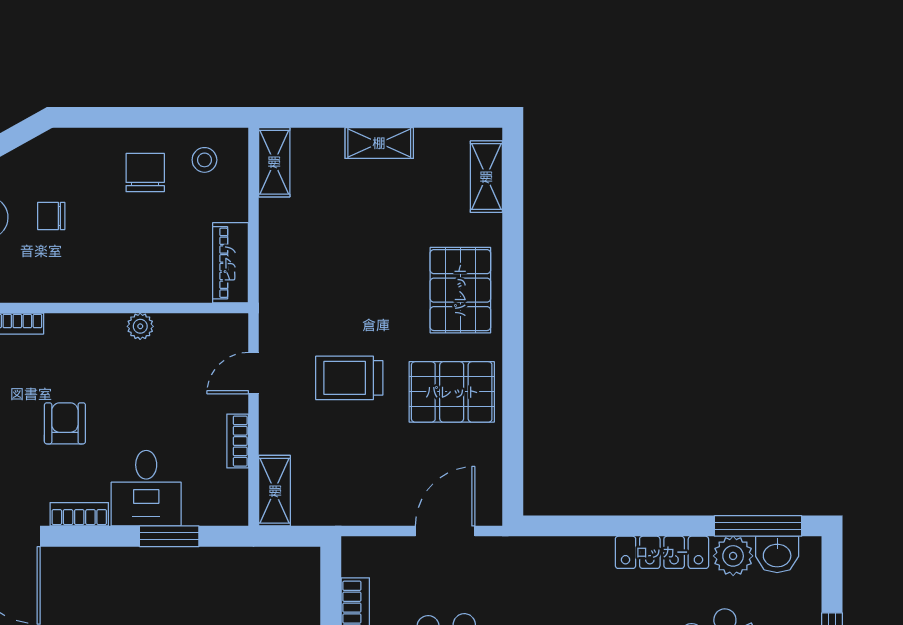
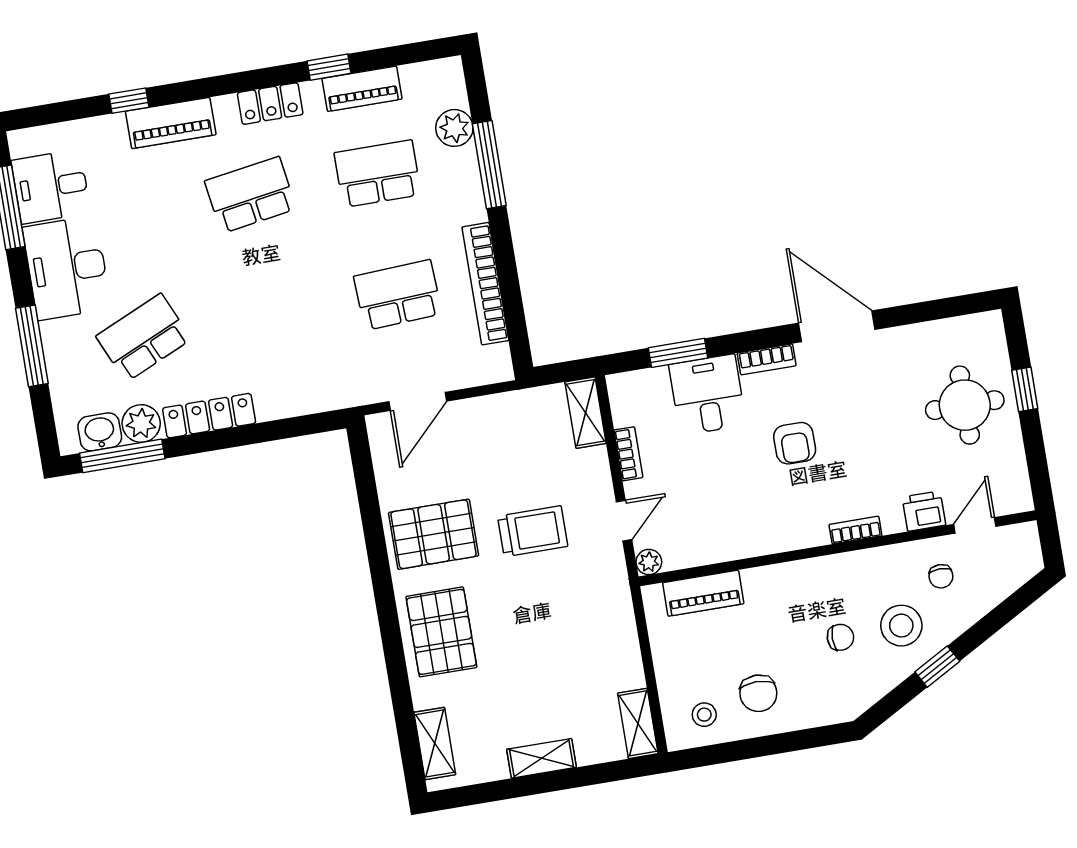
piano: (230, 263) -> (703, 593), moved, turned 90
plant: (140, 326) -> (649, 562), moved

